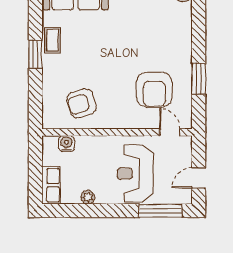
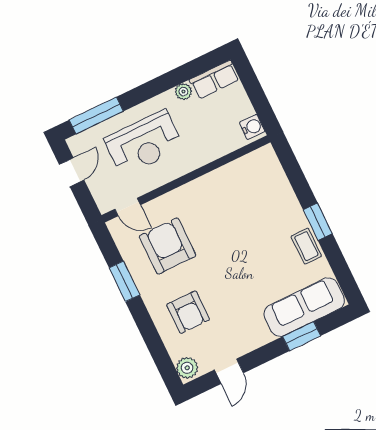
armchair: (82, 103) -> (188, 312), moved, turned 108
water cooler: (66, 144) -> (252, 127), moved, turned -90
reception desk: (135, 174) -> (144, 143), turned 90
row of seats: (51, 185) -> (214, 80), moved, turned -90

